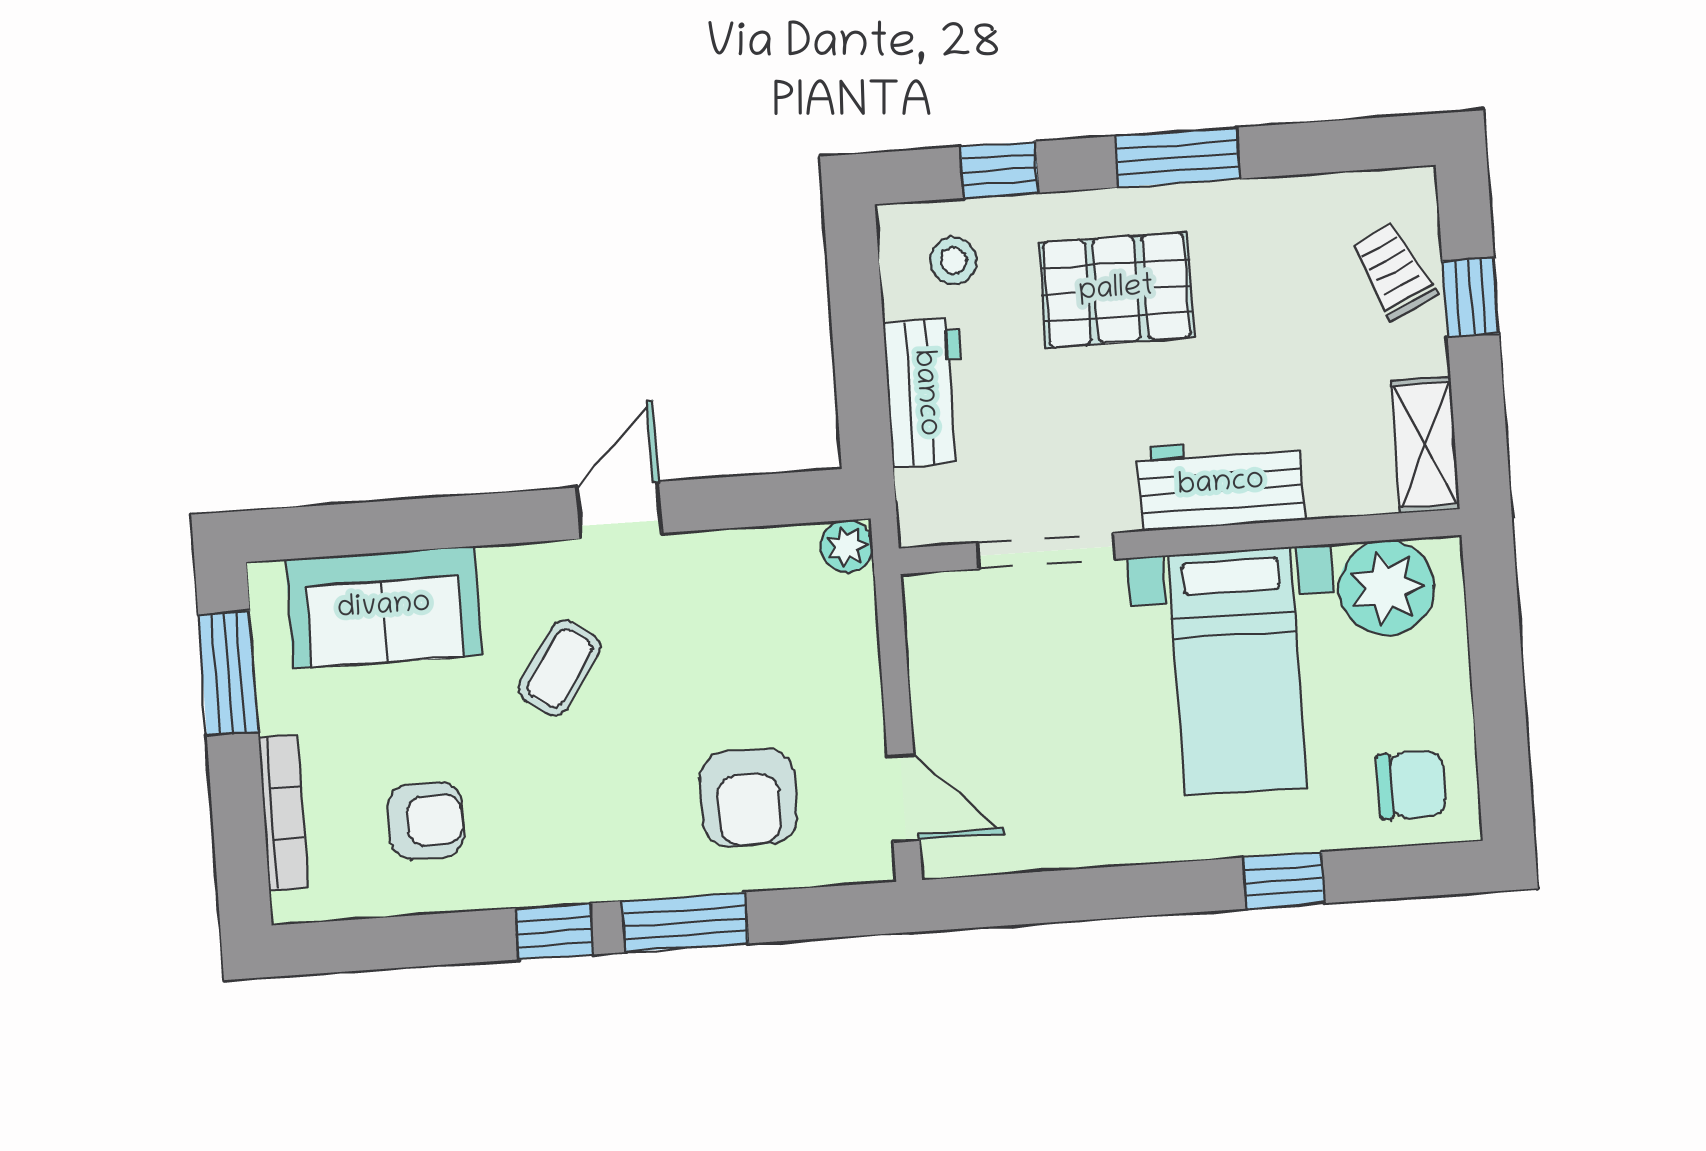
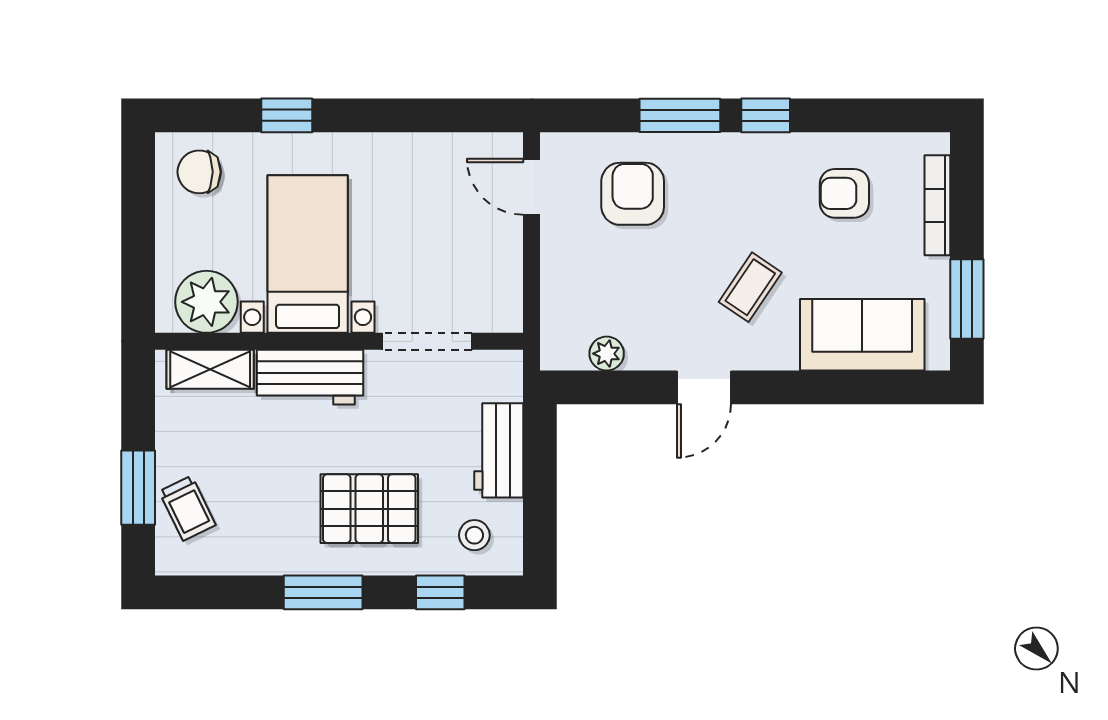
window: (1471, 297) -> (138, 488), width x1.50
shelving: (1425, 445) -> (210, 369), moved, turned 90
plant: (847, 546) -> (607, 354), moved

